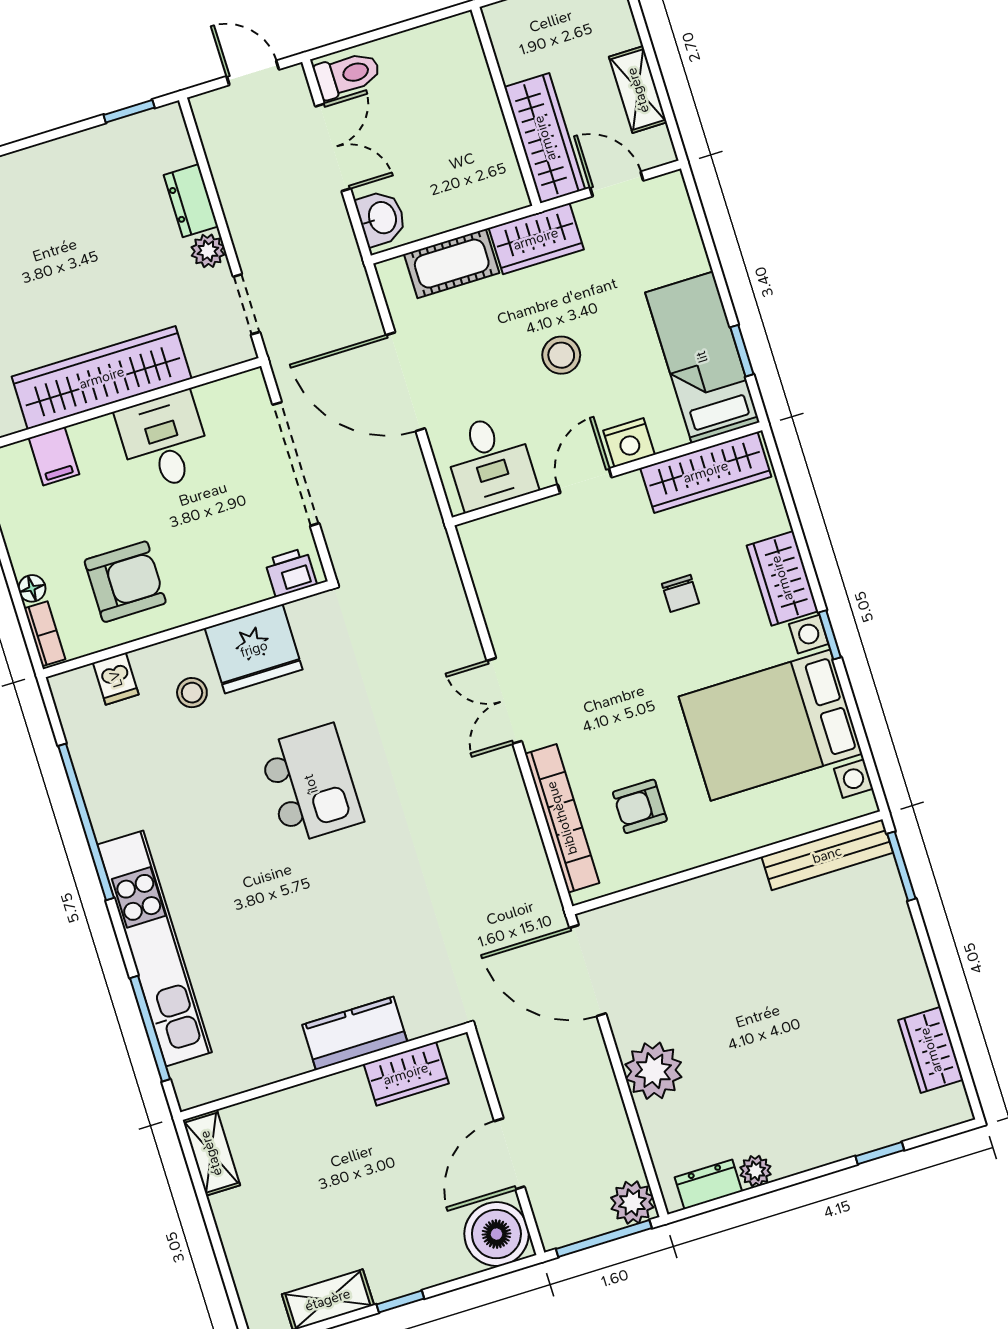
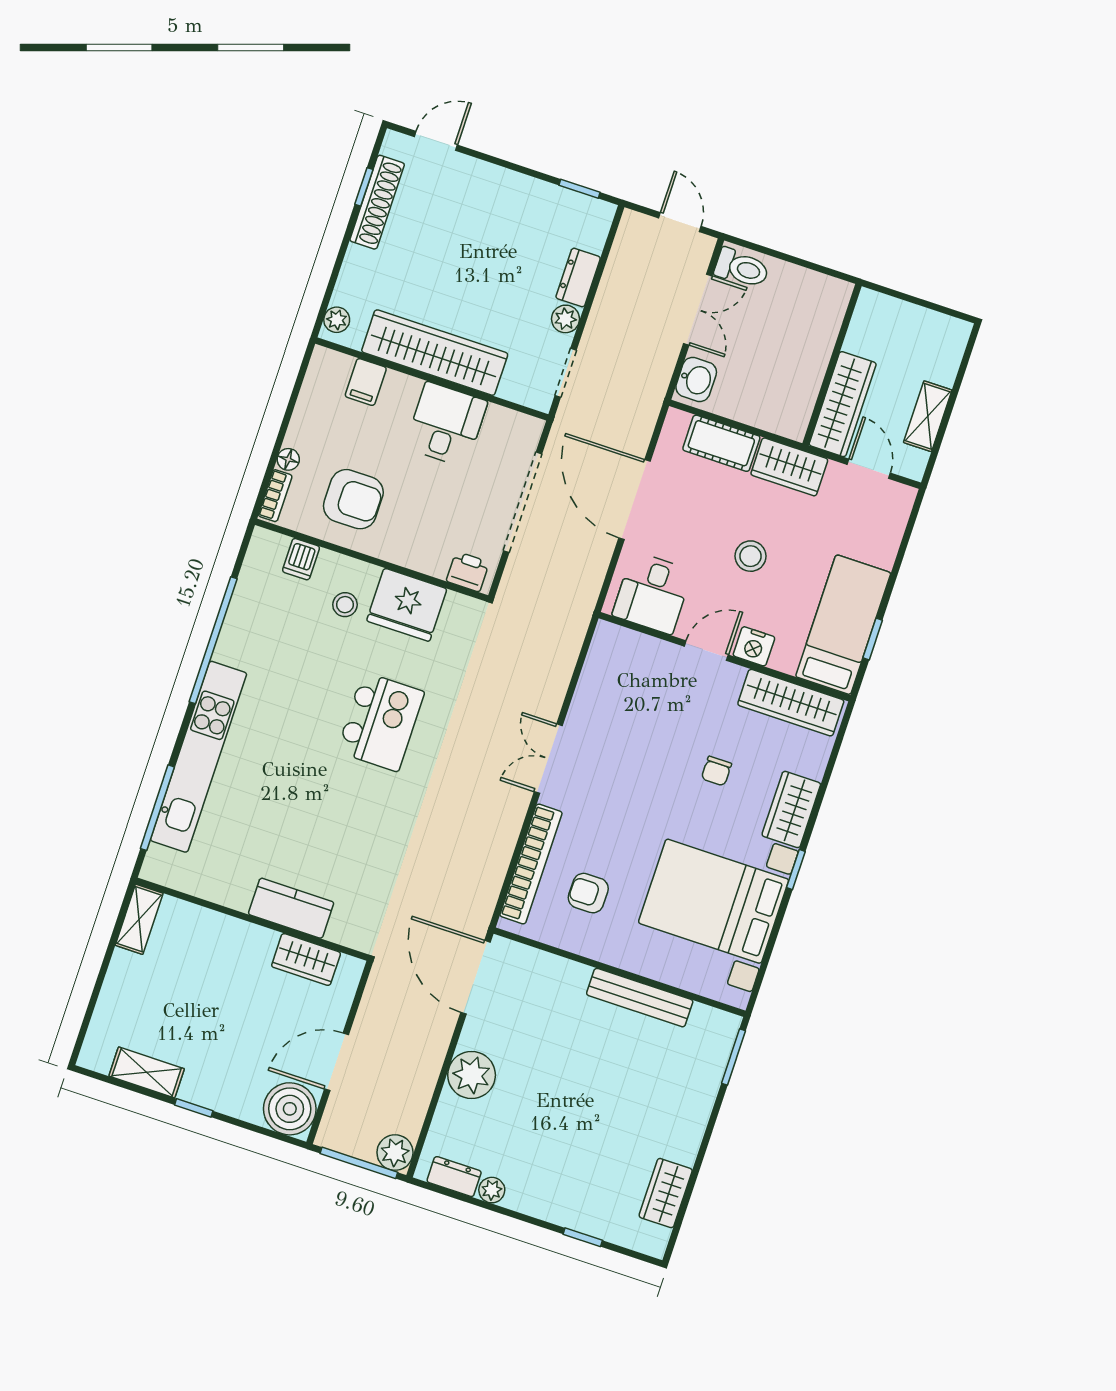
bench: (827, 855) -> (640, 998), moved

